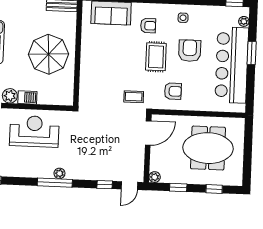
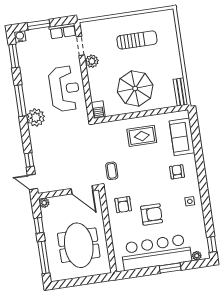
armchair: (148, 26) -> (177, 172), turned 180
armchair: (190, 51) -> (152, 214), moved
rug: (156, 57) -> (142, 136), moved
barbecue: (27, 97) -> (98, 110), moved
plant: (59, 173) -> (36, 117), width x1.87, depth x1.87
window: (55, 183) -> (20, 101), moved
window: (214, 189) -> (44, 257), width x2.17

